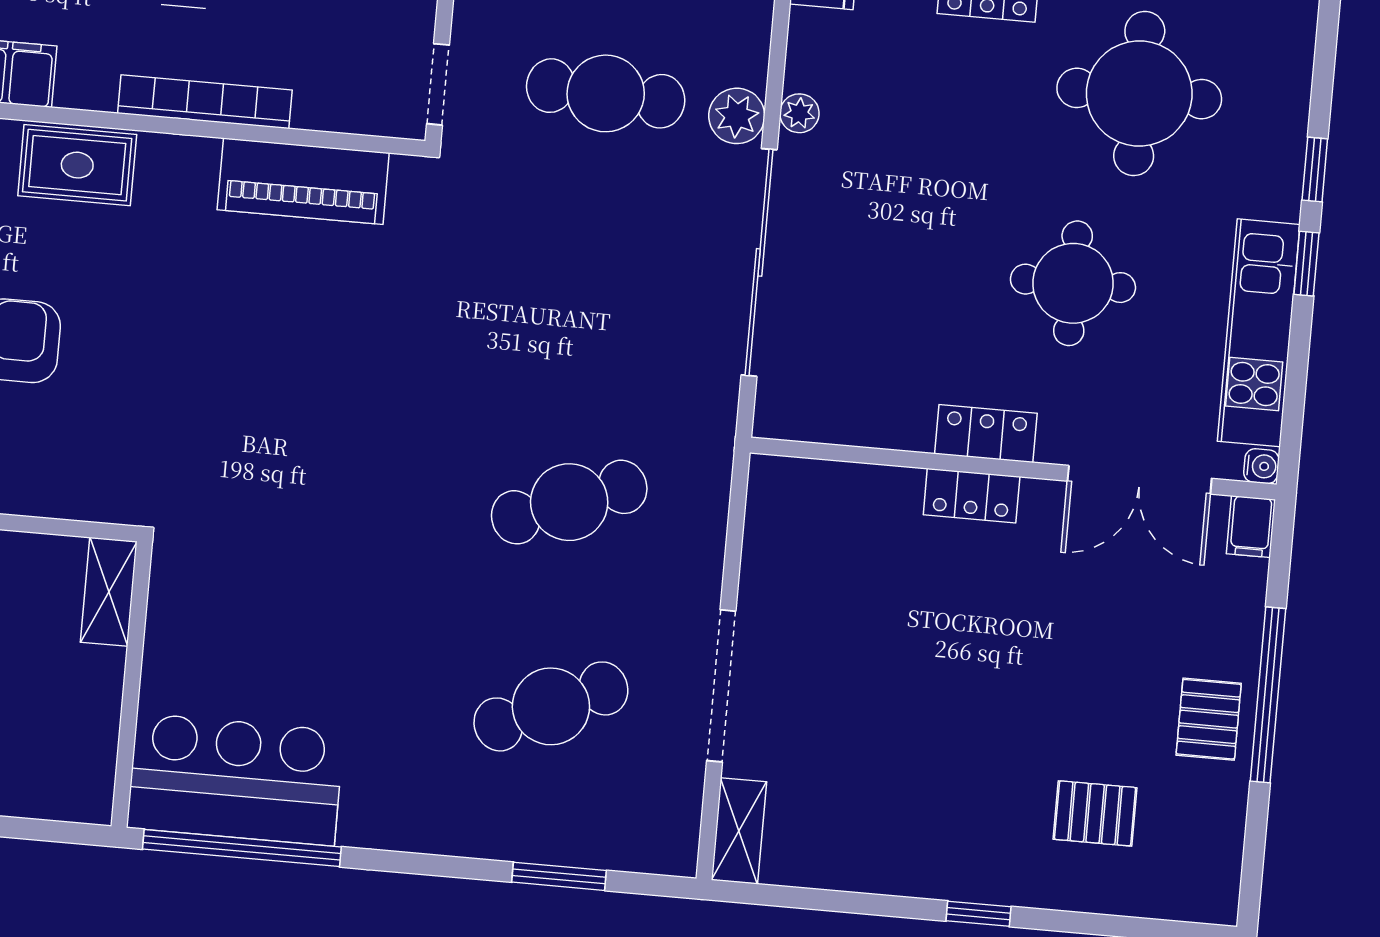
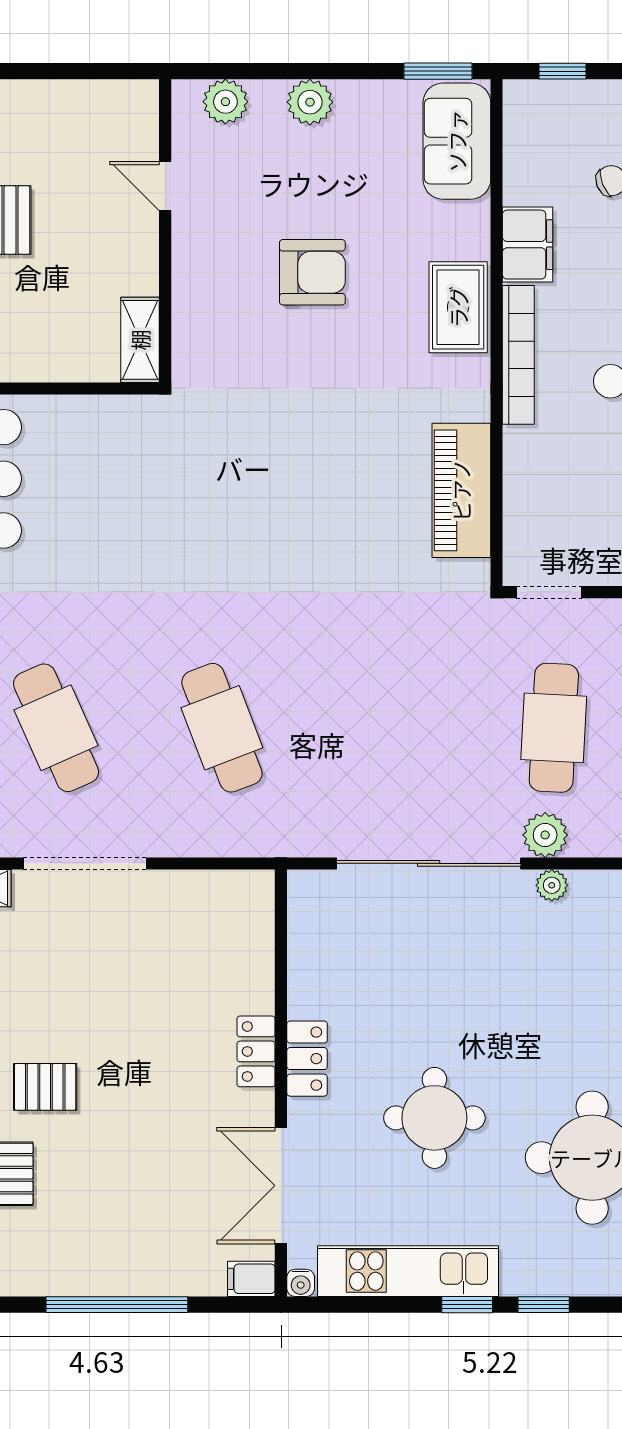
bookcase: (205, 102) -> (518, 355), moved
shelving: (109, 592) -> (140, 340), moved, turned 90
pallet: (1209, 719) -> (45, 1087), moved

